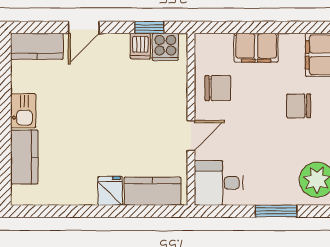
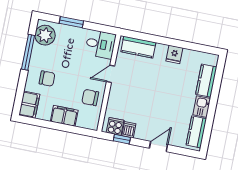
kitchen counter: (37, 46) -> (196, 132), moved, turned -90
fridge: (110, 191) -> (174, 54), moved

